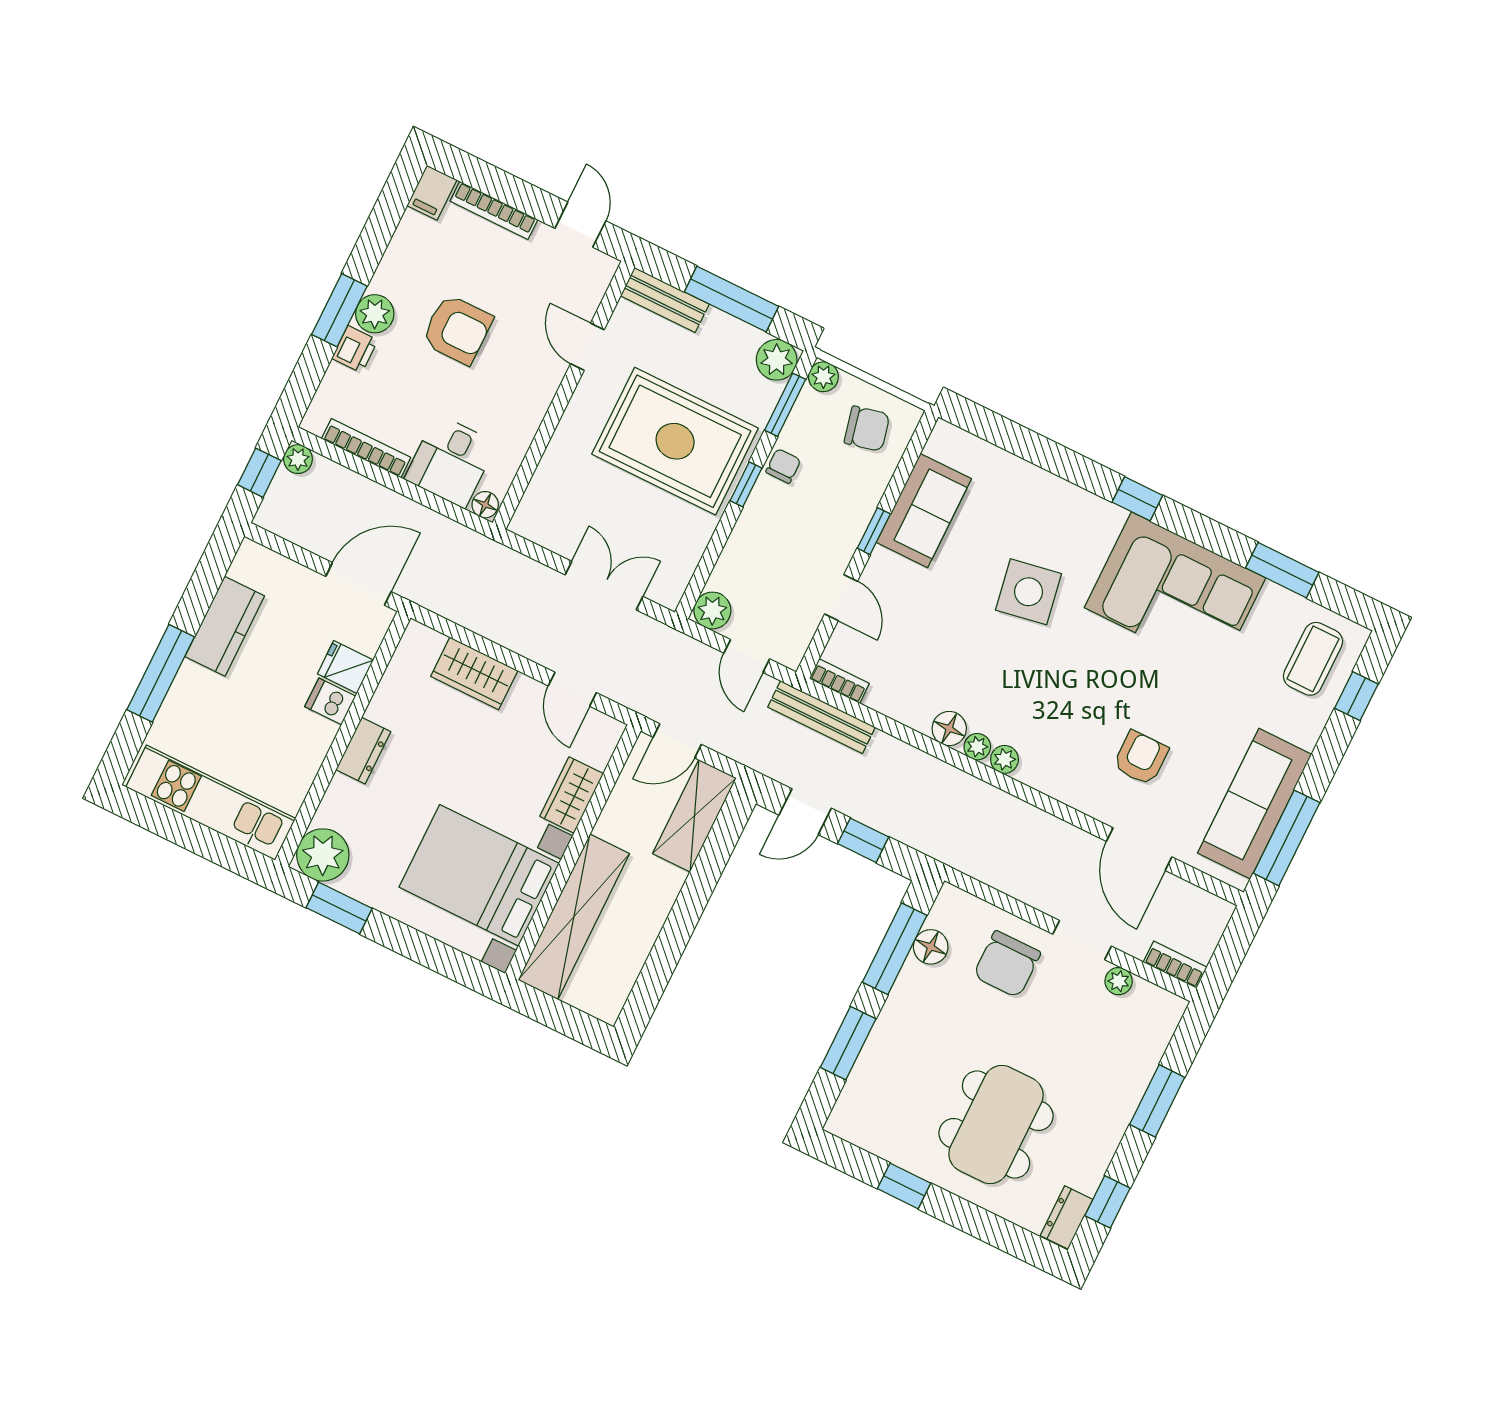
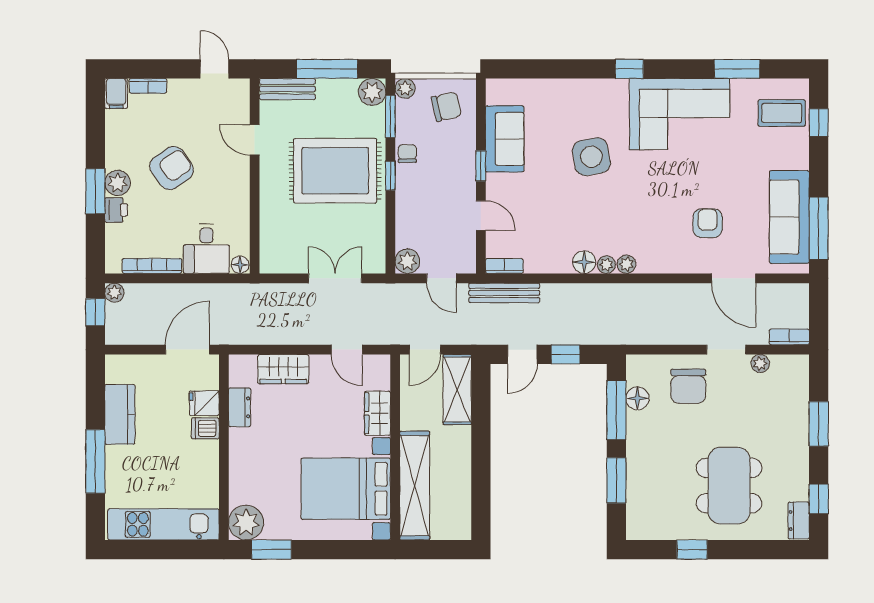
bookcase: (494, 210) -> (148, 86), width x0.64
armchair: (457, 330) -> (172, 168), turned -35
coffee table: (1313, 659) -> (782, 113), turned 90
dresser: (363, 751) -> (240, 407), moved

